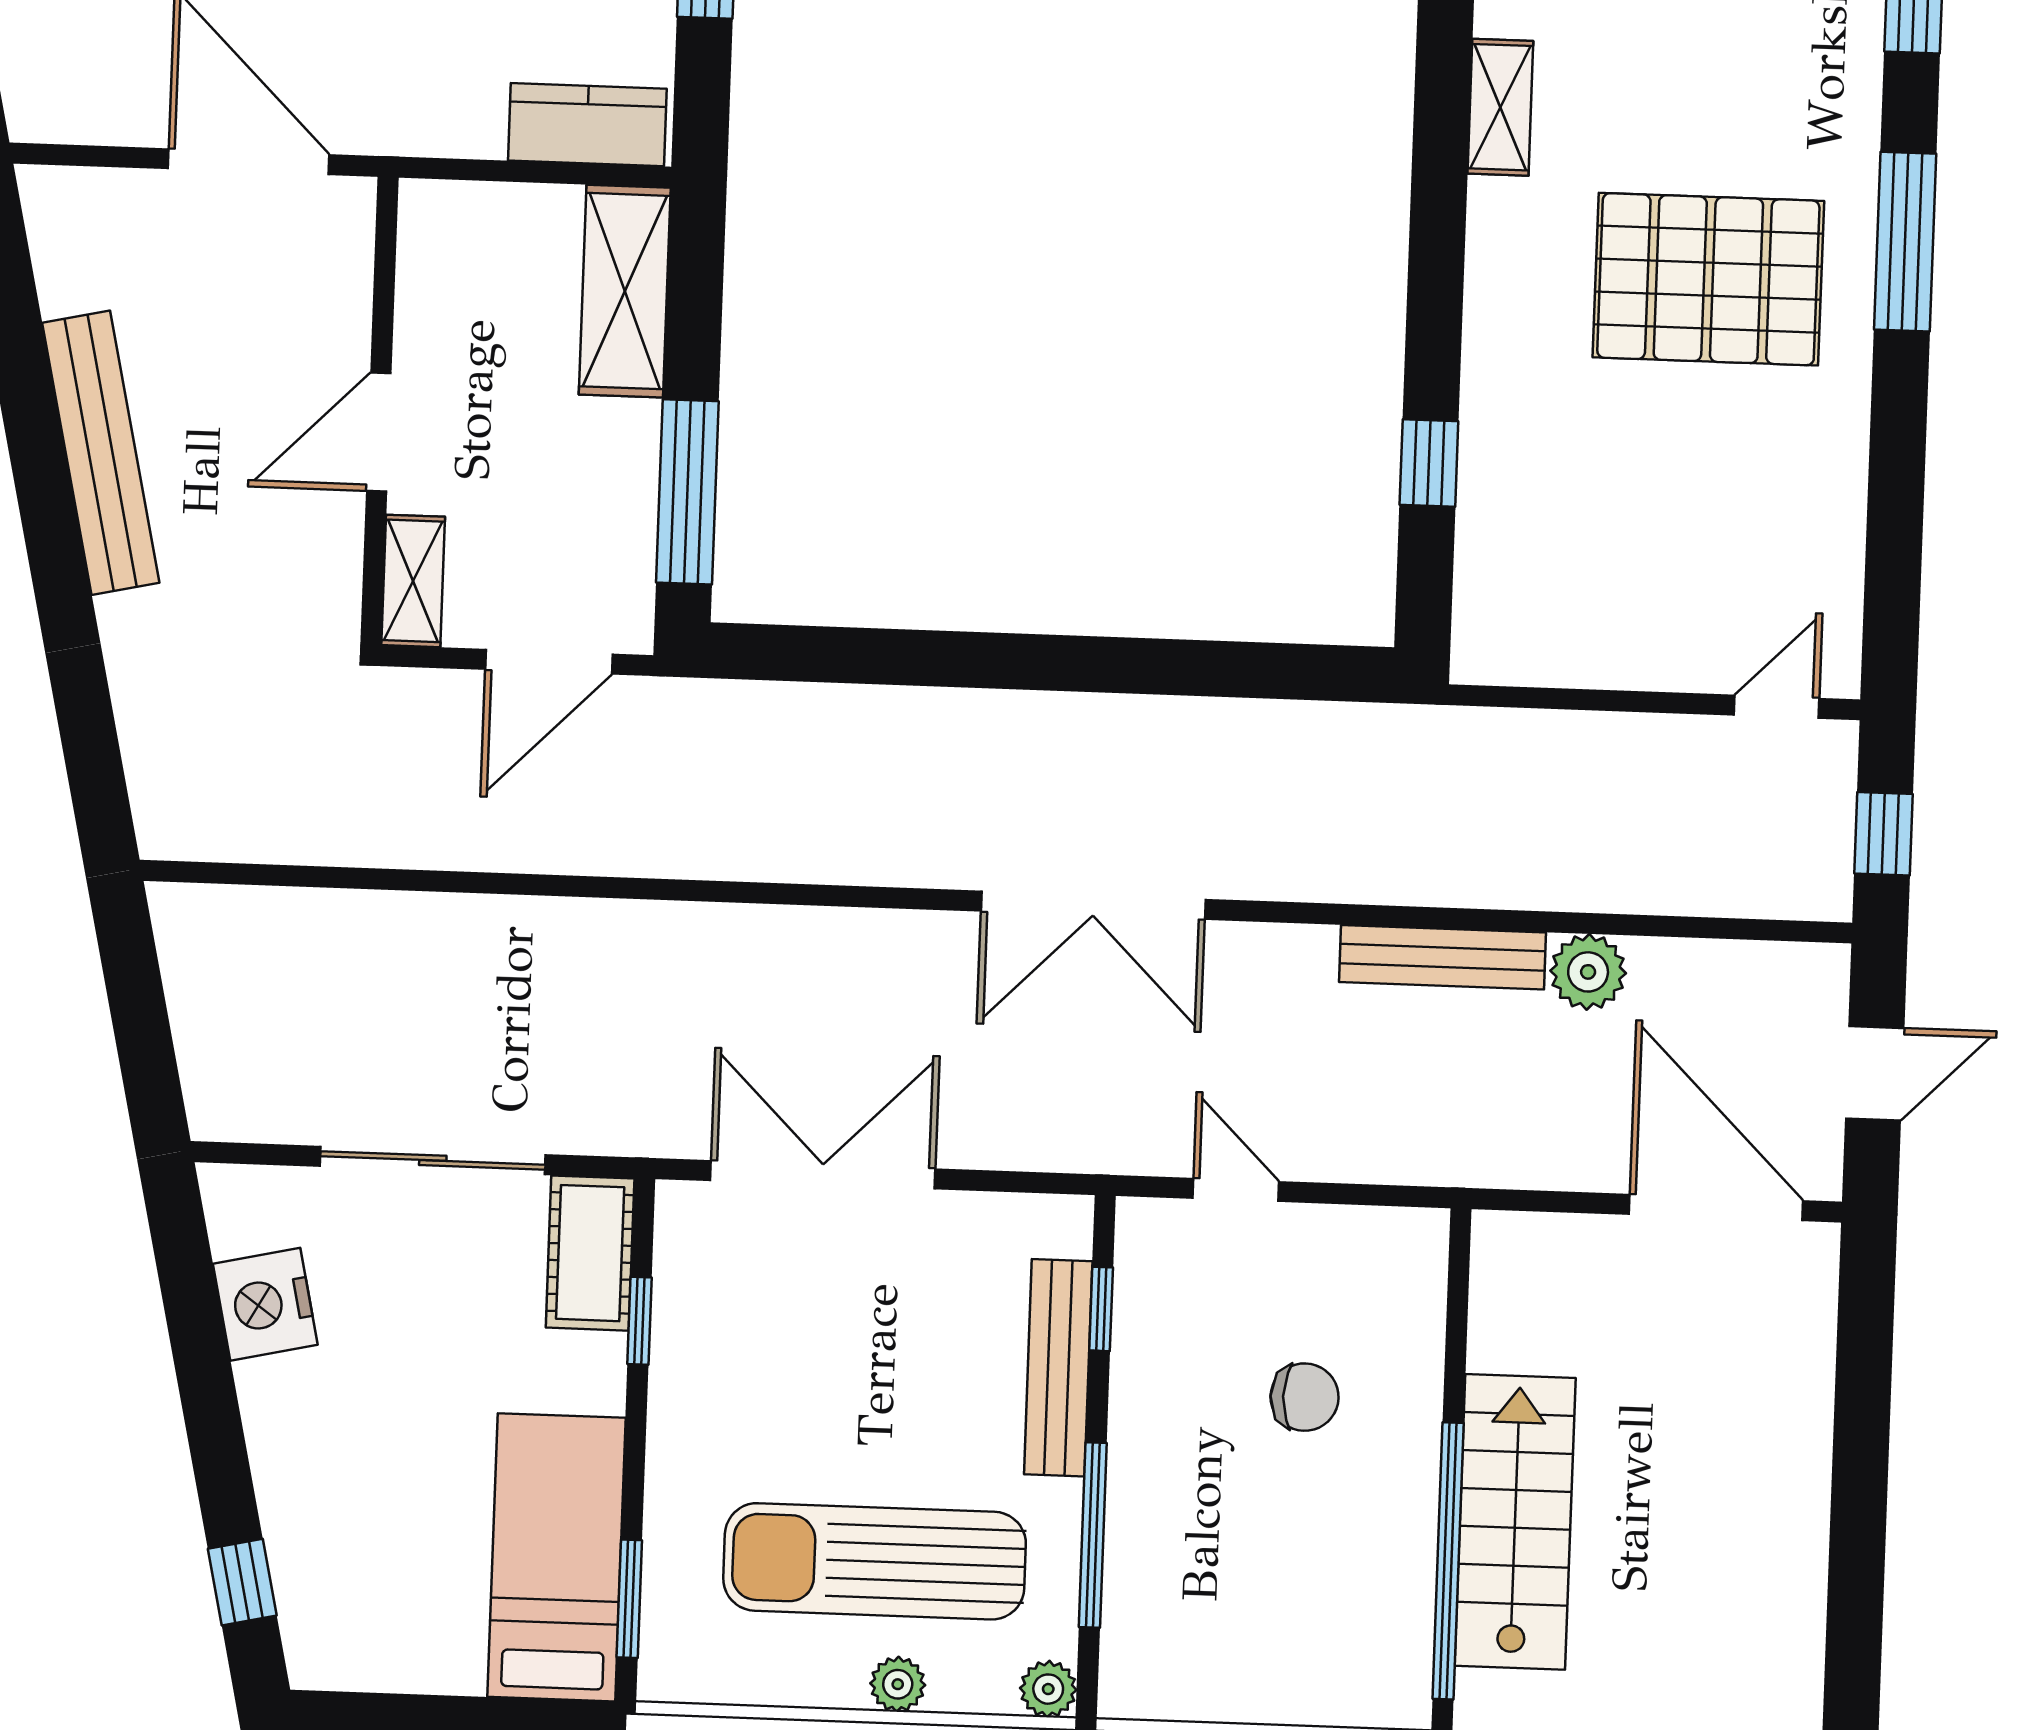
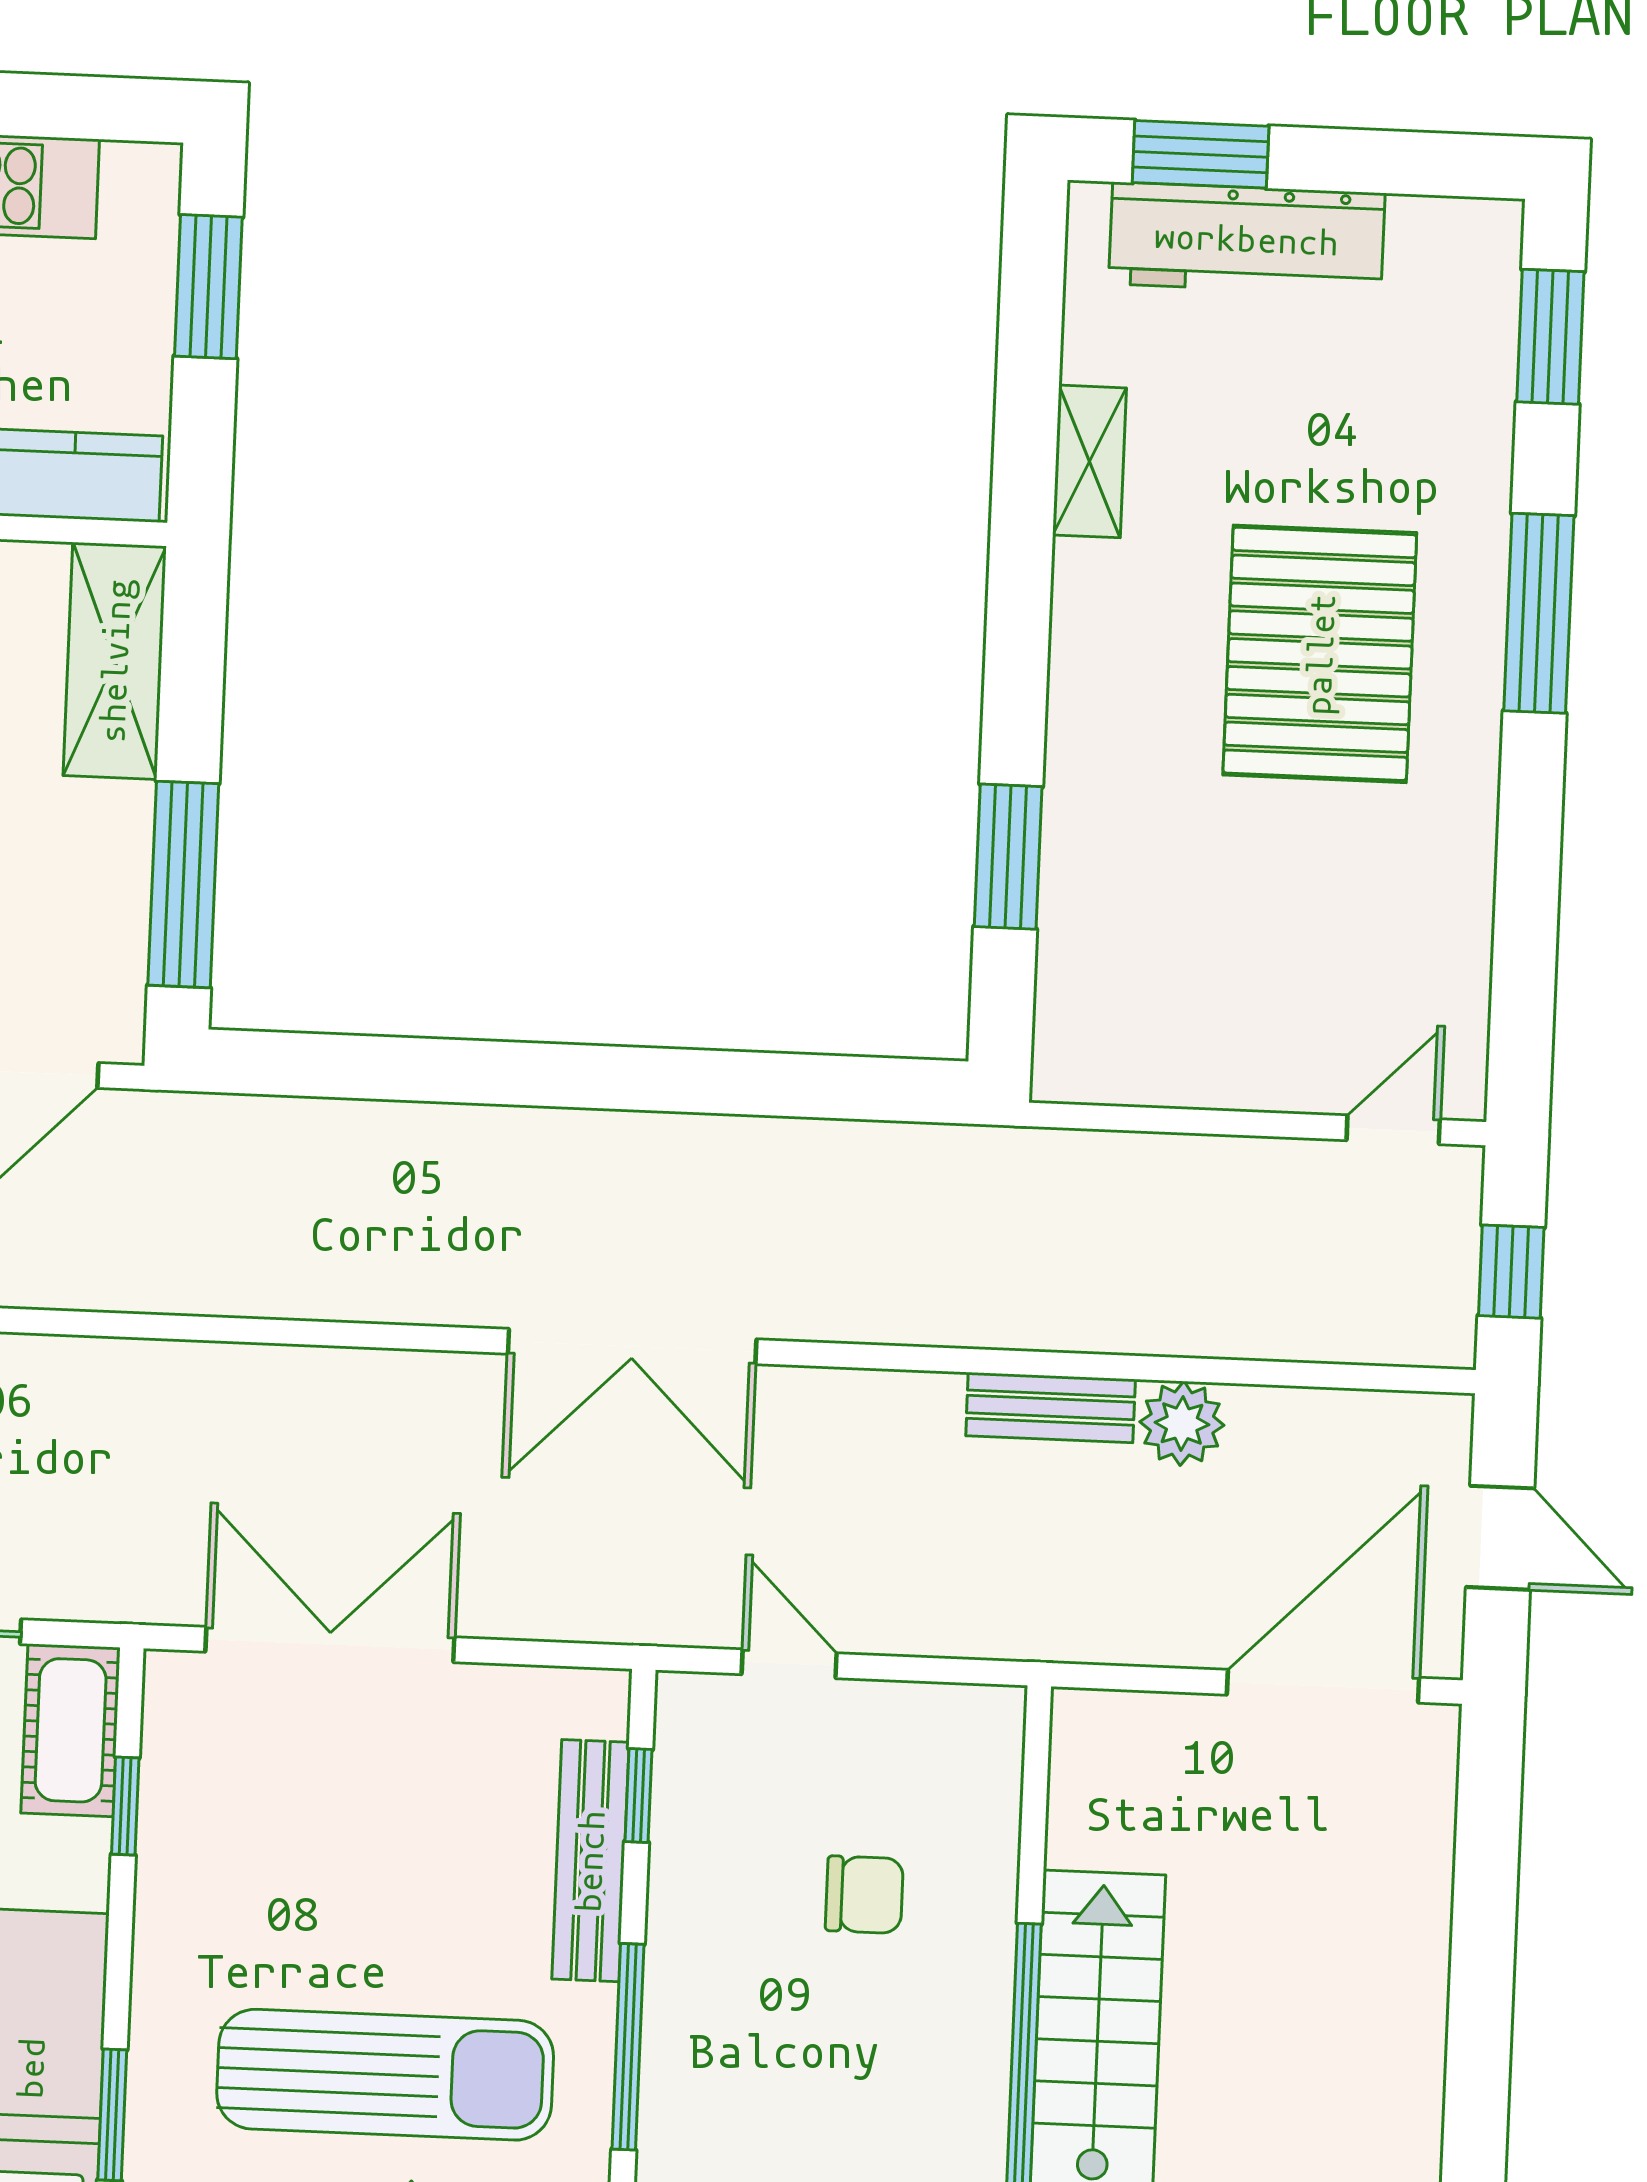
pallet: (1708, 279) -> (1320, 654), turned 90
window: (1429, 463) -> (1008, 857), width x1.50
bench: (1442, 957) -> (1051, 1408), width x0.73
door: (1875, 1073) -> (1500, 1538), hinge flipped
door: (1716, 1208) -> (1323, 1686), hinge flipped
sun lounger: (875, 1561) -> (385, 2075), turned 180

